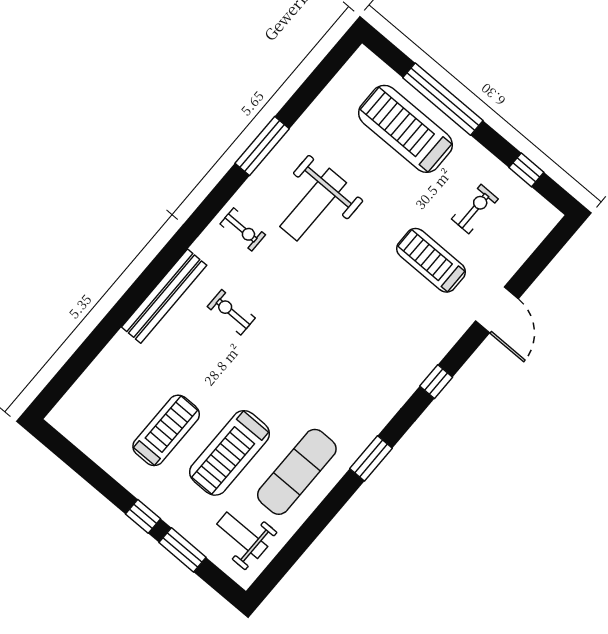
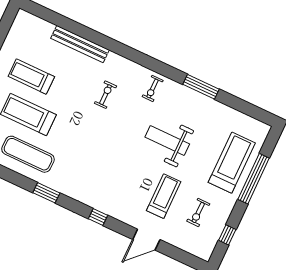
weight bench: (313, 205) -> (167, 140), moved
exercise bike: (475, 209) -> (198, 213), turned 91
bench: (164, 296) -> (80, 44), moved
treadmill: (166, 430) -> (31, 77), turned 180

